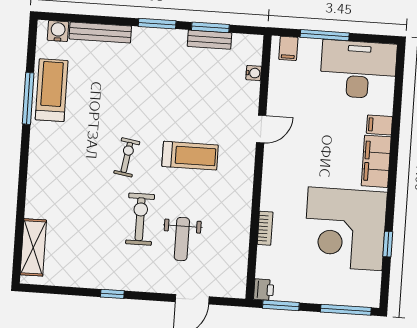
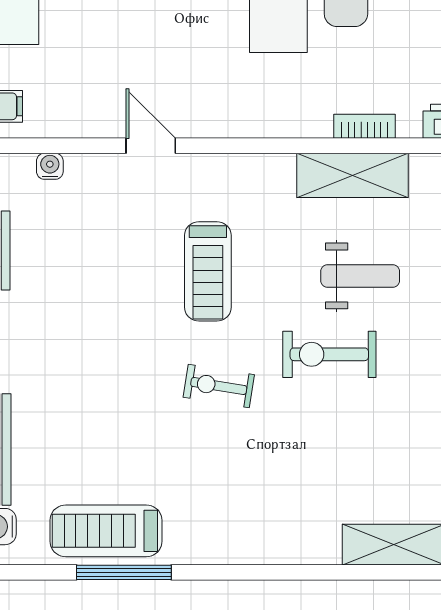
treadmill: (190, 156) -> (208, 271), turned 180
bookcase: (265, 228) -> (365, 126), moved
shelving: (237, 239) -> (352, 175), added

